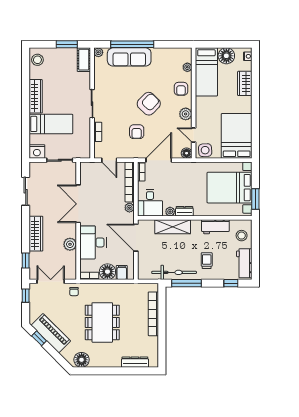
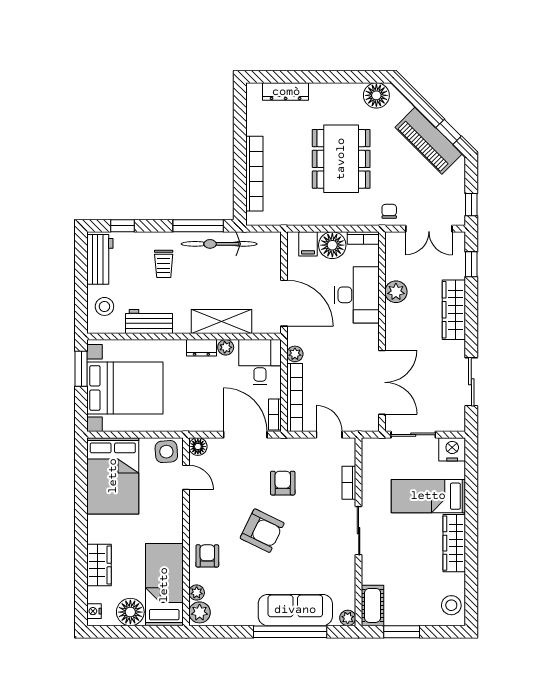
armchair: (149, 104) -> (262, 531), turned -108
plant: (186, 114) -> (200, 612), moved
door: (159, 160) -> (245, 435), swing flipped
double door: (78, 204) -> (382, 382), moved

